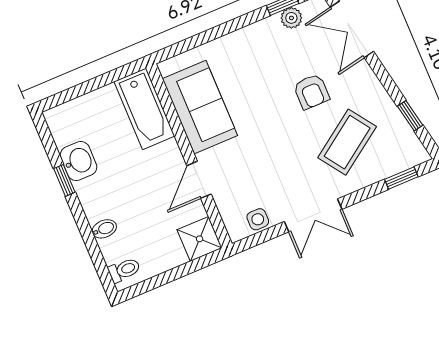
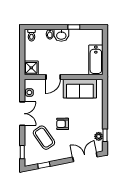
armchair: (311, 92) -> (63, 124), moved
bathtub: (144, 109) -> (96, 60), moved, turned -90
washbasin: (79, 161) -> (61, 35), moved
door: (199, 180) -> (53, 77), swing flipped
double door: (313, 215) -> (22, 114), swing flipped

